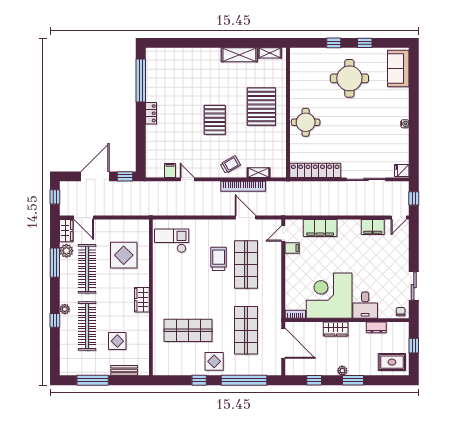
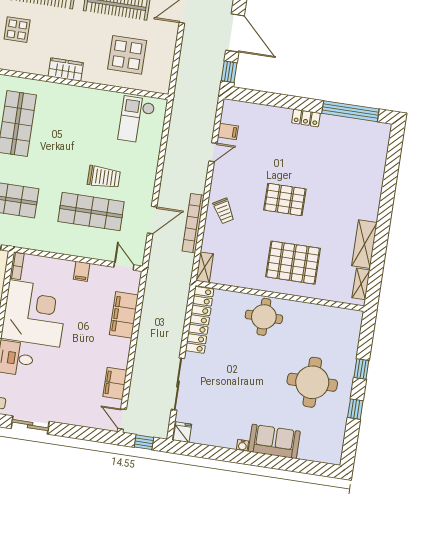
sofa: (398, 69) -> (274, 441), moved
shelving: (258, 173) -> (205, 267), moved
checkout: (172, 241) -> (137, 120), turned 180
filing cabinet: (292, 248) -> (82, 271), moved

